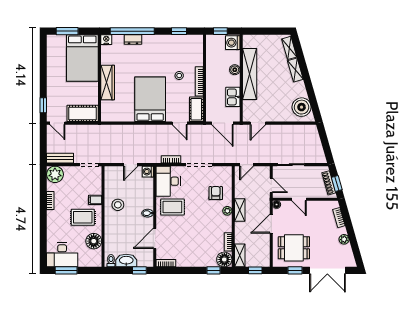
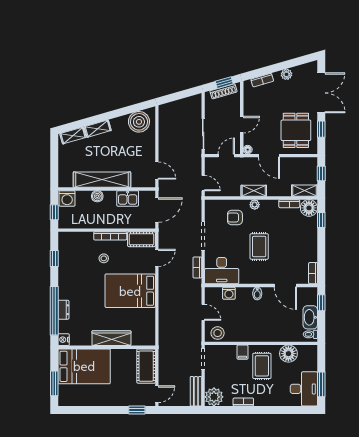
washing machine: (148, 172) -> (229, 293), moved
stool: (118, 205) -> (218, 333), moved
rug: (172, 207) -> (259, 247), moved

